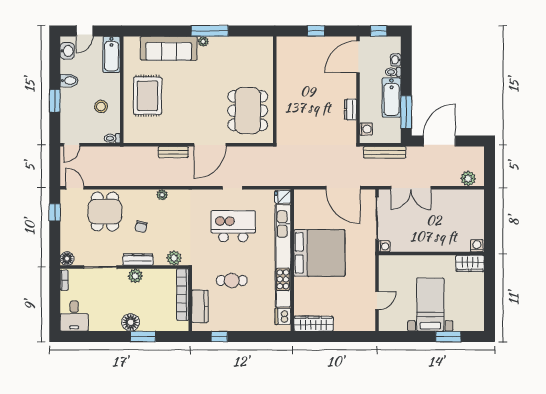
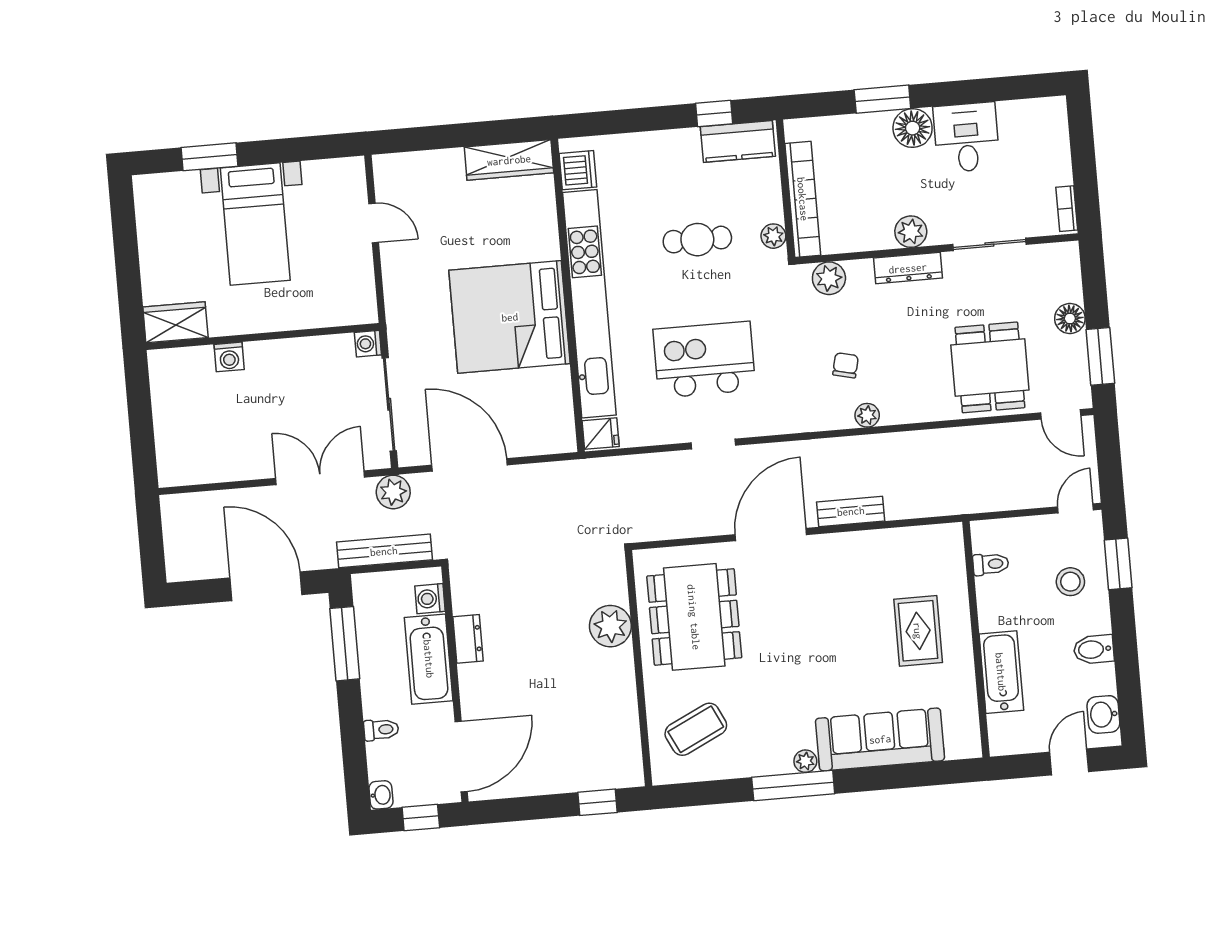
window: (316, 31) -> (598, 802), moved
bathtub: (112, 54) -> (1001, 672), moved
coffee table: (251, 60) -> (696, 729), added
washbasin: (396, 60) -> (381, 795), moved
rug: (147, 96) -> (918, 631), width x0.73, depth x0.70
bathtub: (392, 97) -> (429, 659), moved, turned 180
window: (55, 101) -> (1118, 564), moved
stool: (101, 106) -> (1070, 582), moved
plant: (286, 110) -> (610, 626), added
toilet: (112, 138) -> (991, 564), moved
door: (439, 141) -> (266, 586), swing flipped
plant: (468, 179) -> (393, 492), moved
window: (55, 212) -> (1100, 356), width x1.50
kitchen island: (233, 226) -> (704, 360), turned 180
chair: (141, 227) -> (846, 365), moved
washing machine: (477, 246) -> (229, 357), moved
floor lamp: (67, 259) -> (1070, 318), moved
plant: (197, 279) -> (773, 236), added
door: (377, 300) -> (374, 223), swing flipped
kitchen counter: (200, 306) -> (738, 142), moved, turned -90
desk: (74, 316) -> (966, 137), moved

